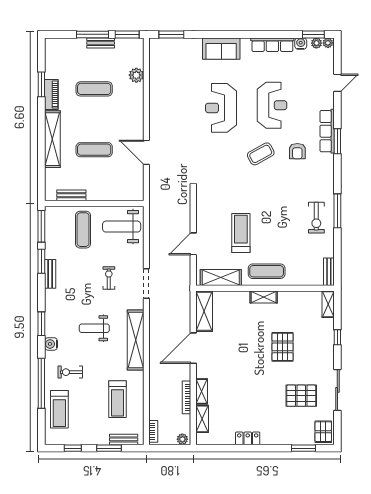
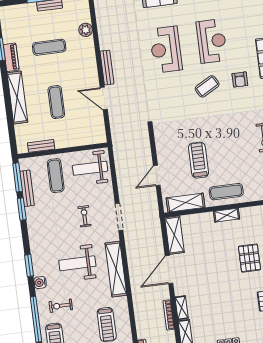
bench: (154, 119) -> (107, 68), added
exercise mat: (94, 150) -> (56, 102), turned 90
bench: (50, 274) -> (27, 188), moved, width x1.36
weight bench: (94, 328) -> (77, 263), width x1.36, depth x1.33

